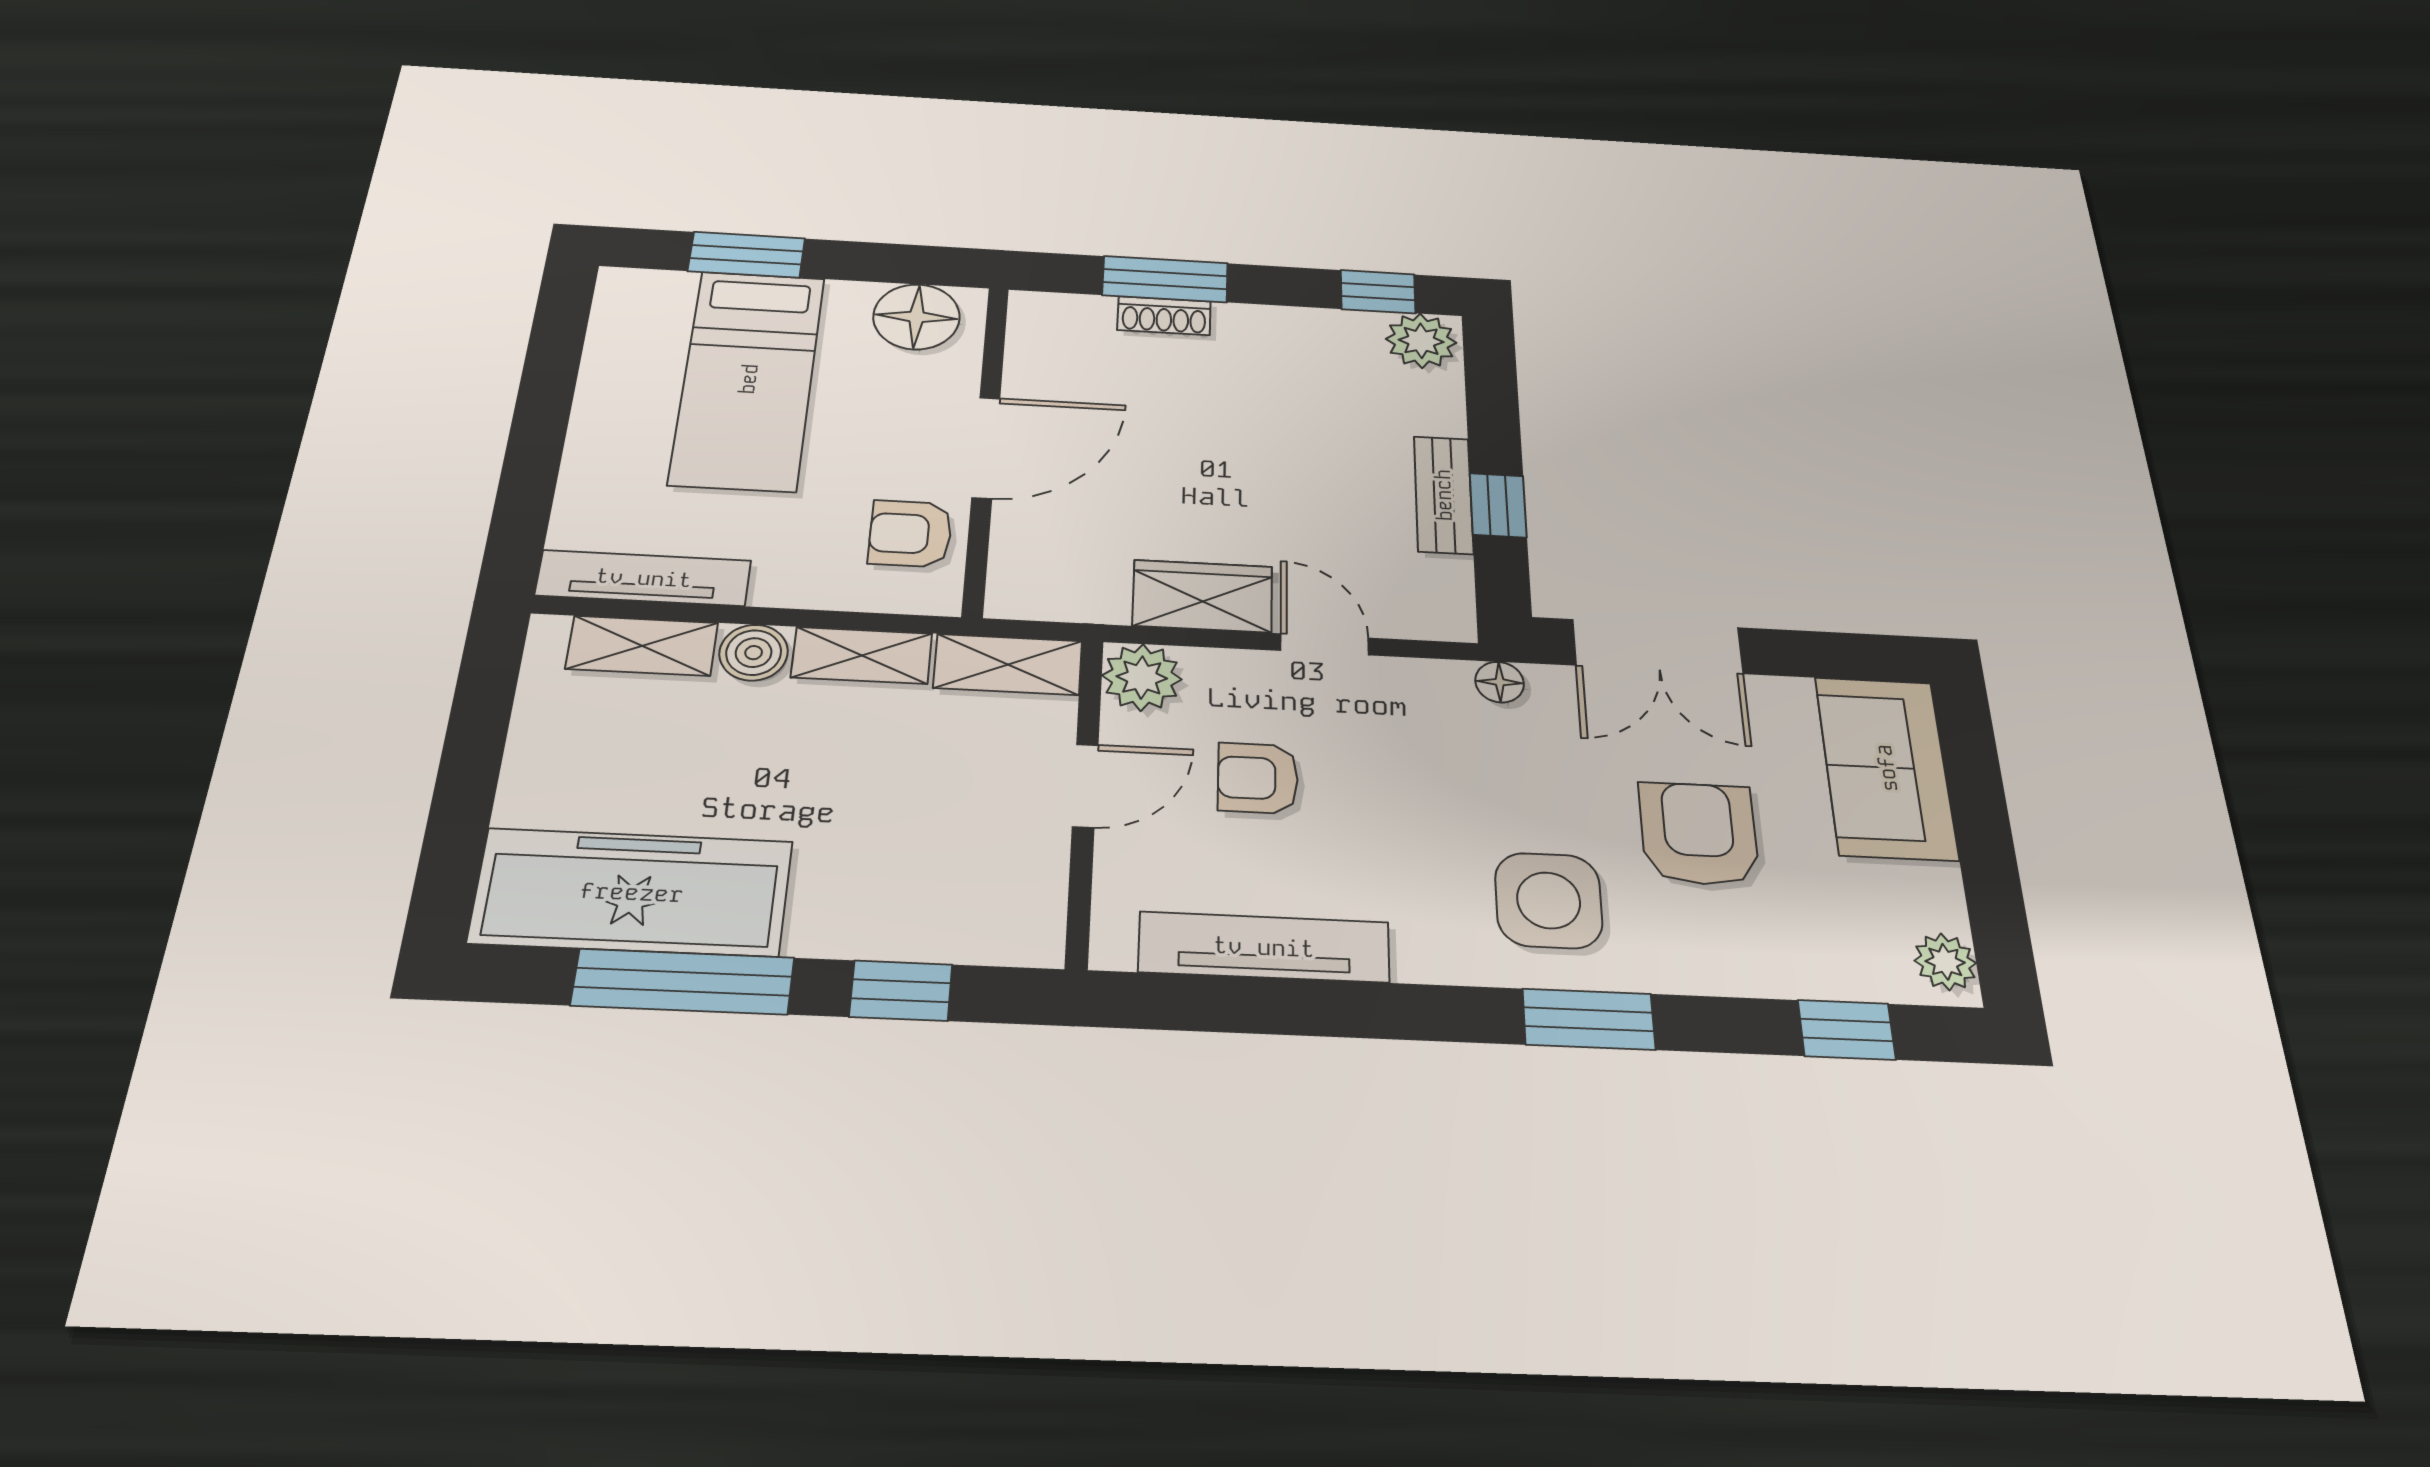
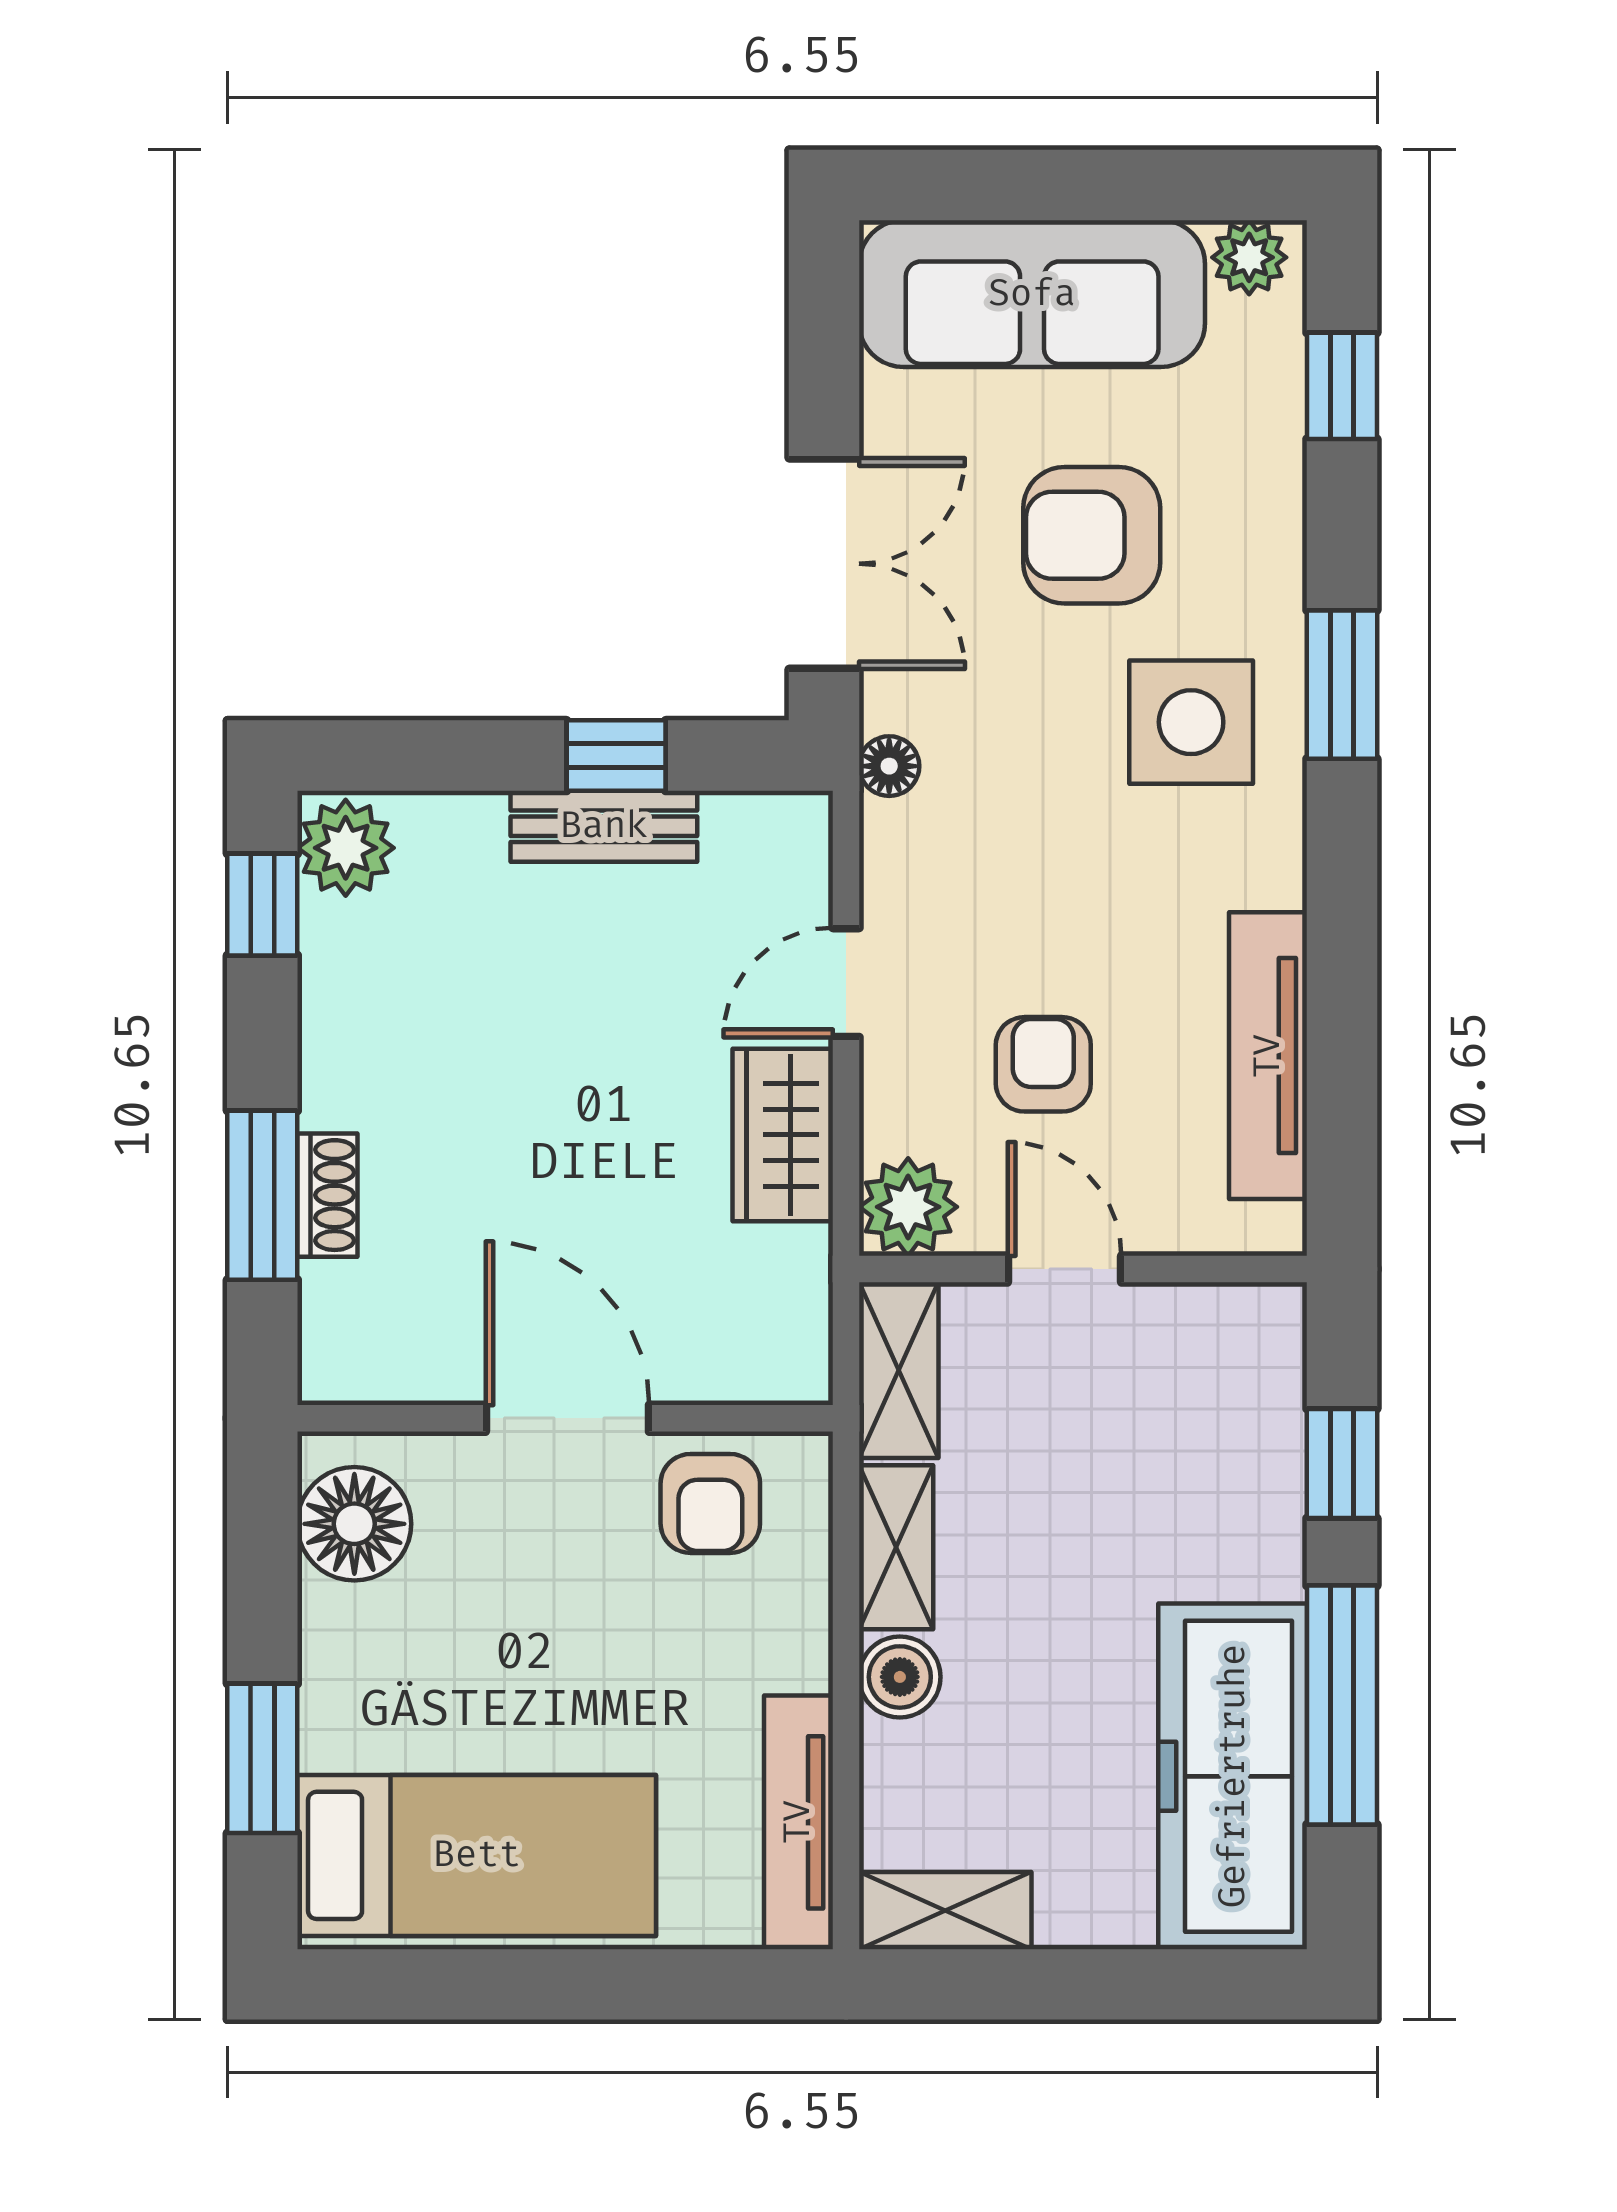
bed: (748, 379) -> (477, 1855), moved
shelving: (642, 646) -> (945, 1911), moved, turned 90
sofa: (1886, 768) -> (1032, 294), width x1.36
armchair: (1258, 778) -> (1043, 1064), turned 180

